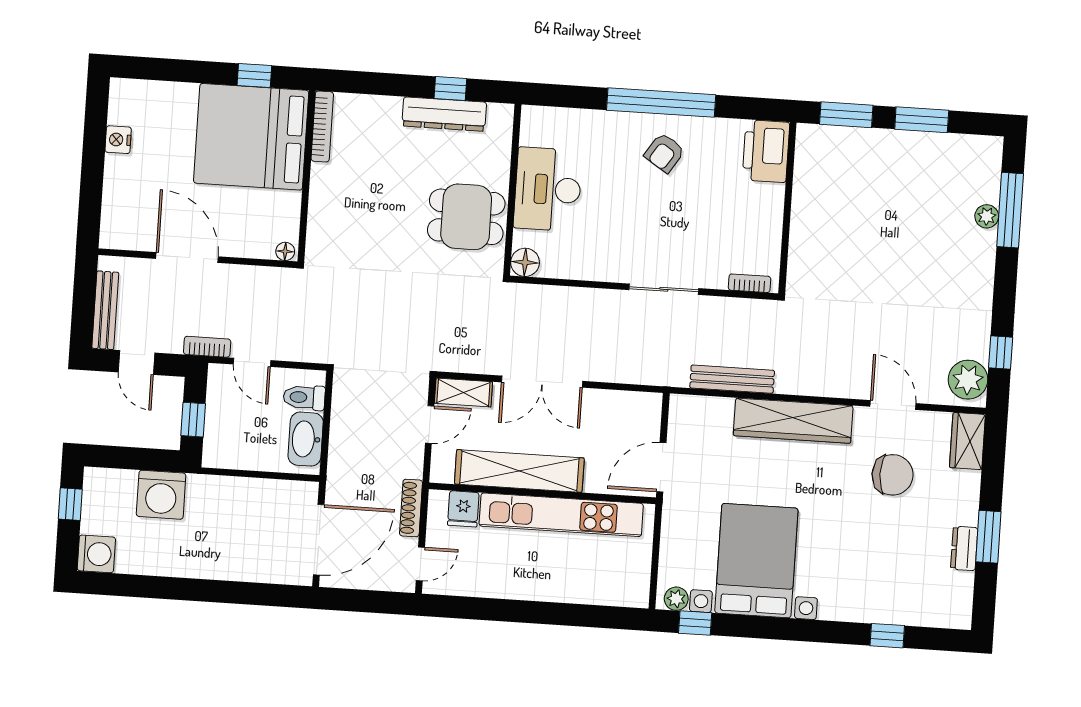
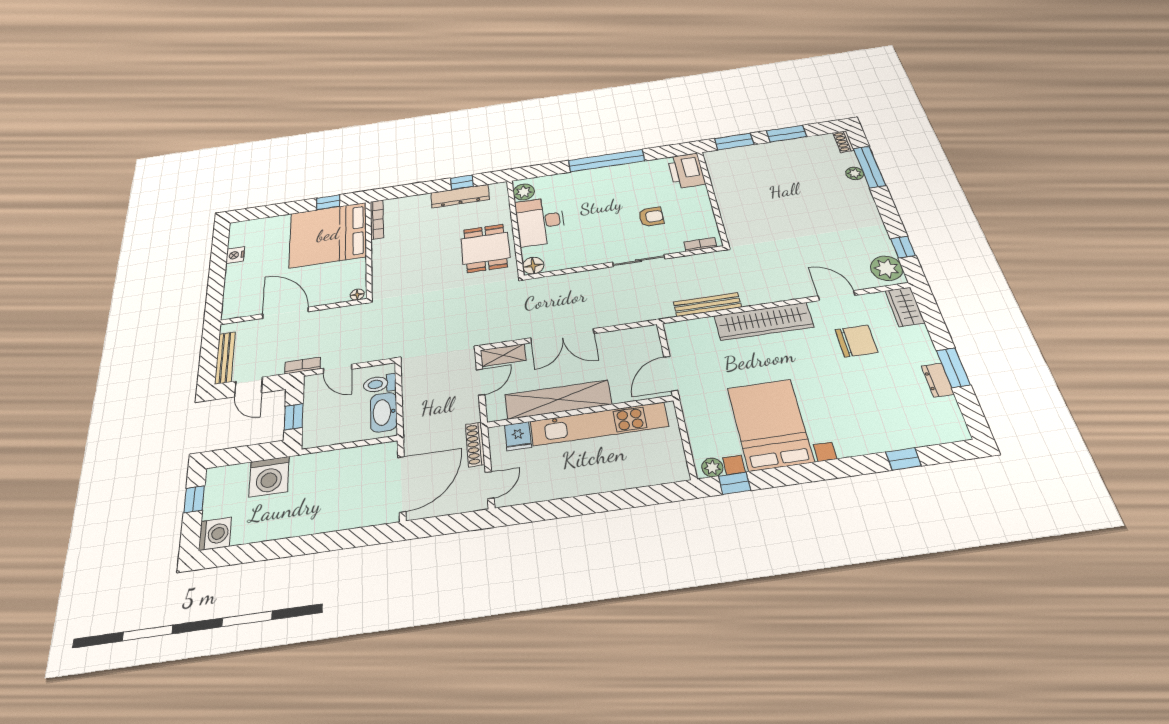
plant: (535, 130) -> (524, 192), added
armchair: (664, 153) -> (651, 217), moved, turned -123
shoe rack: (993, 156) -> (843, 142), added
dining table: (466, 217) -> (485, 248), turned 90

